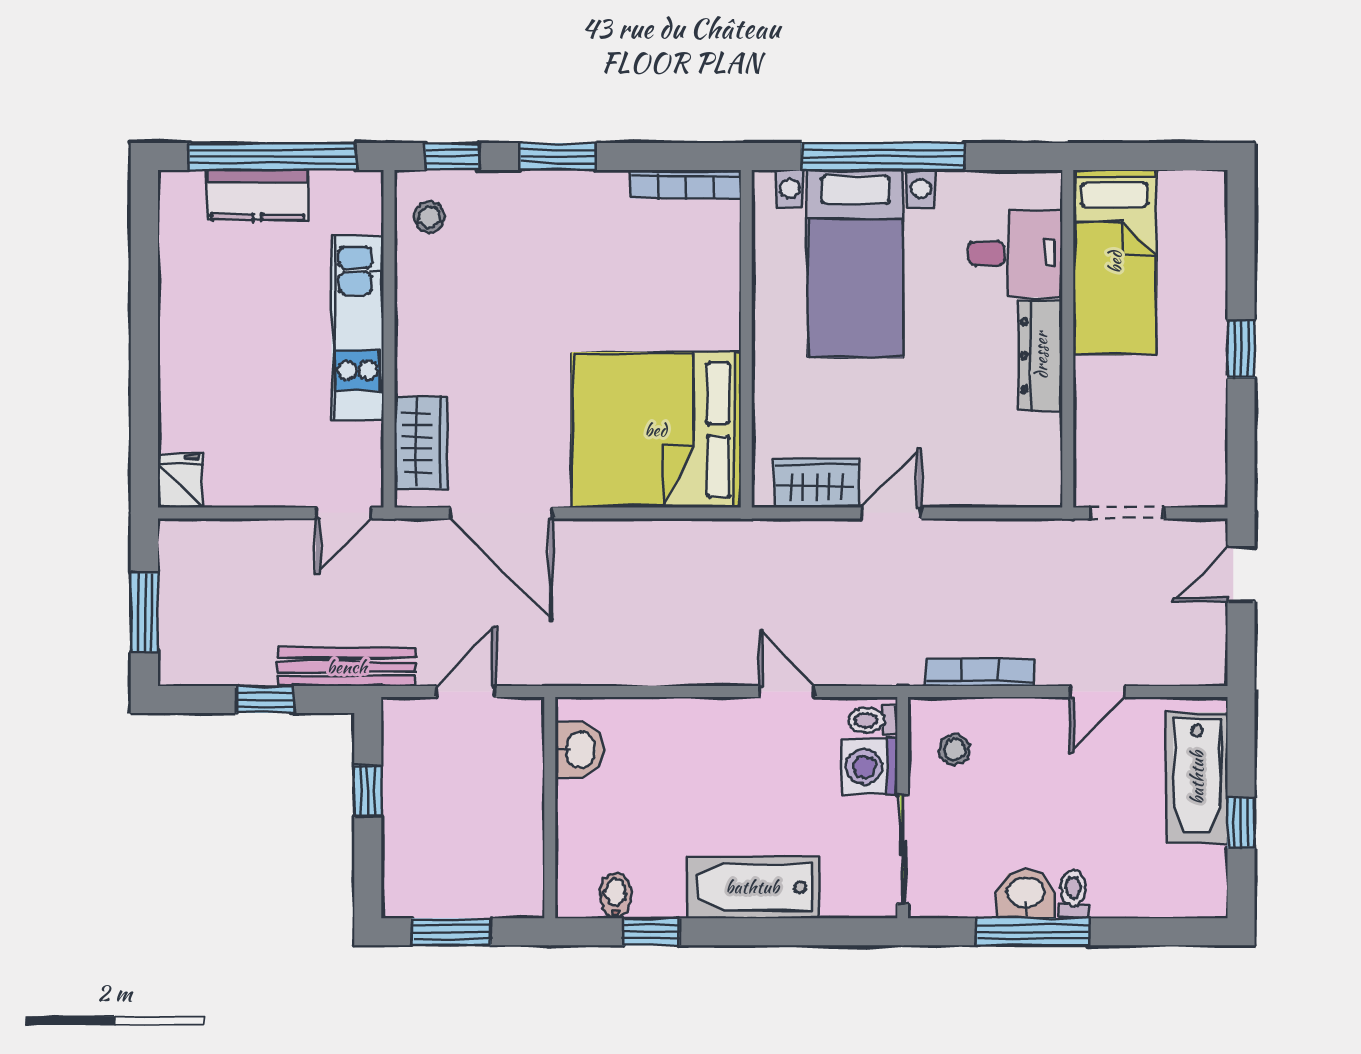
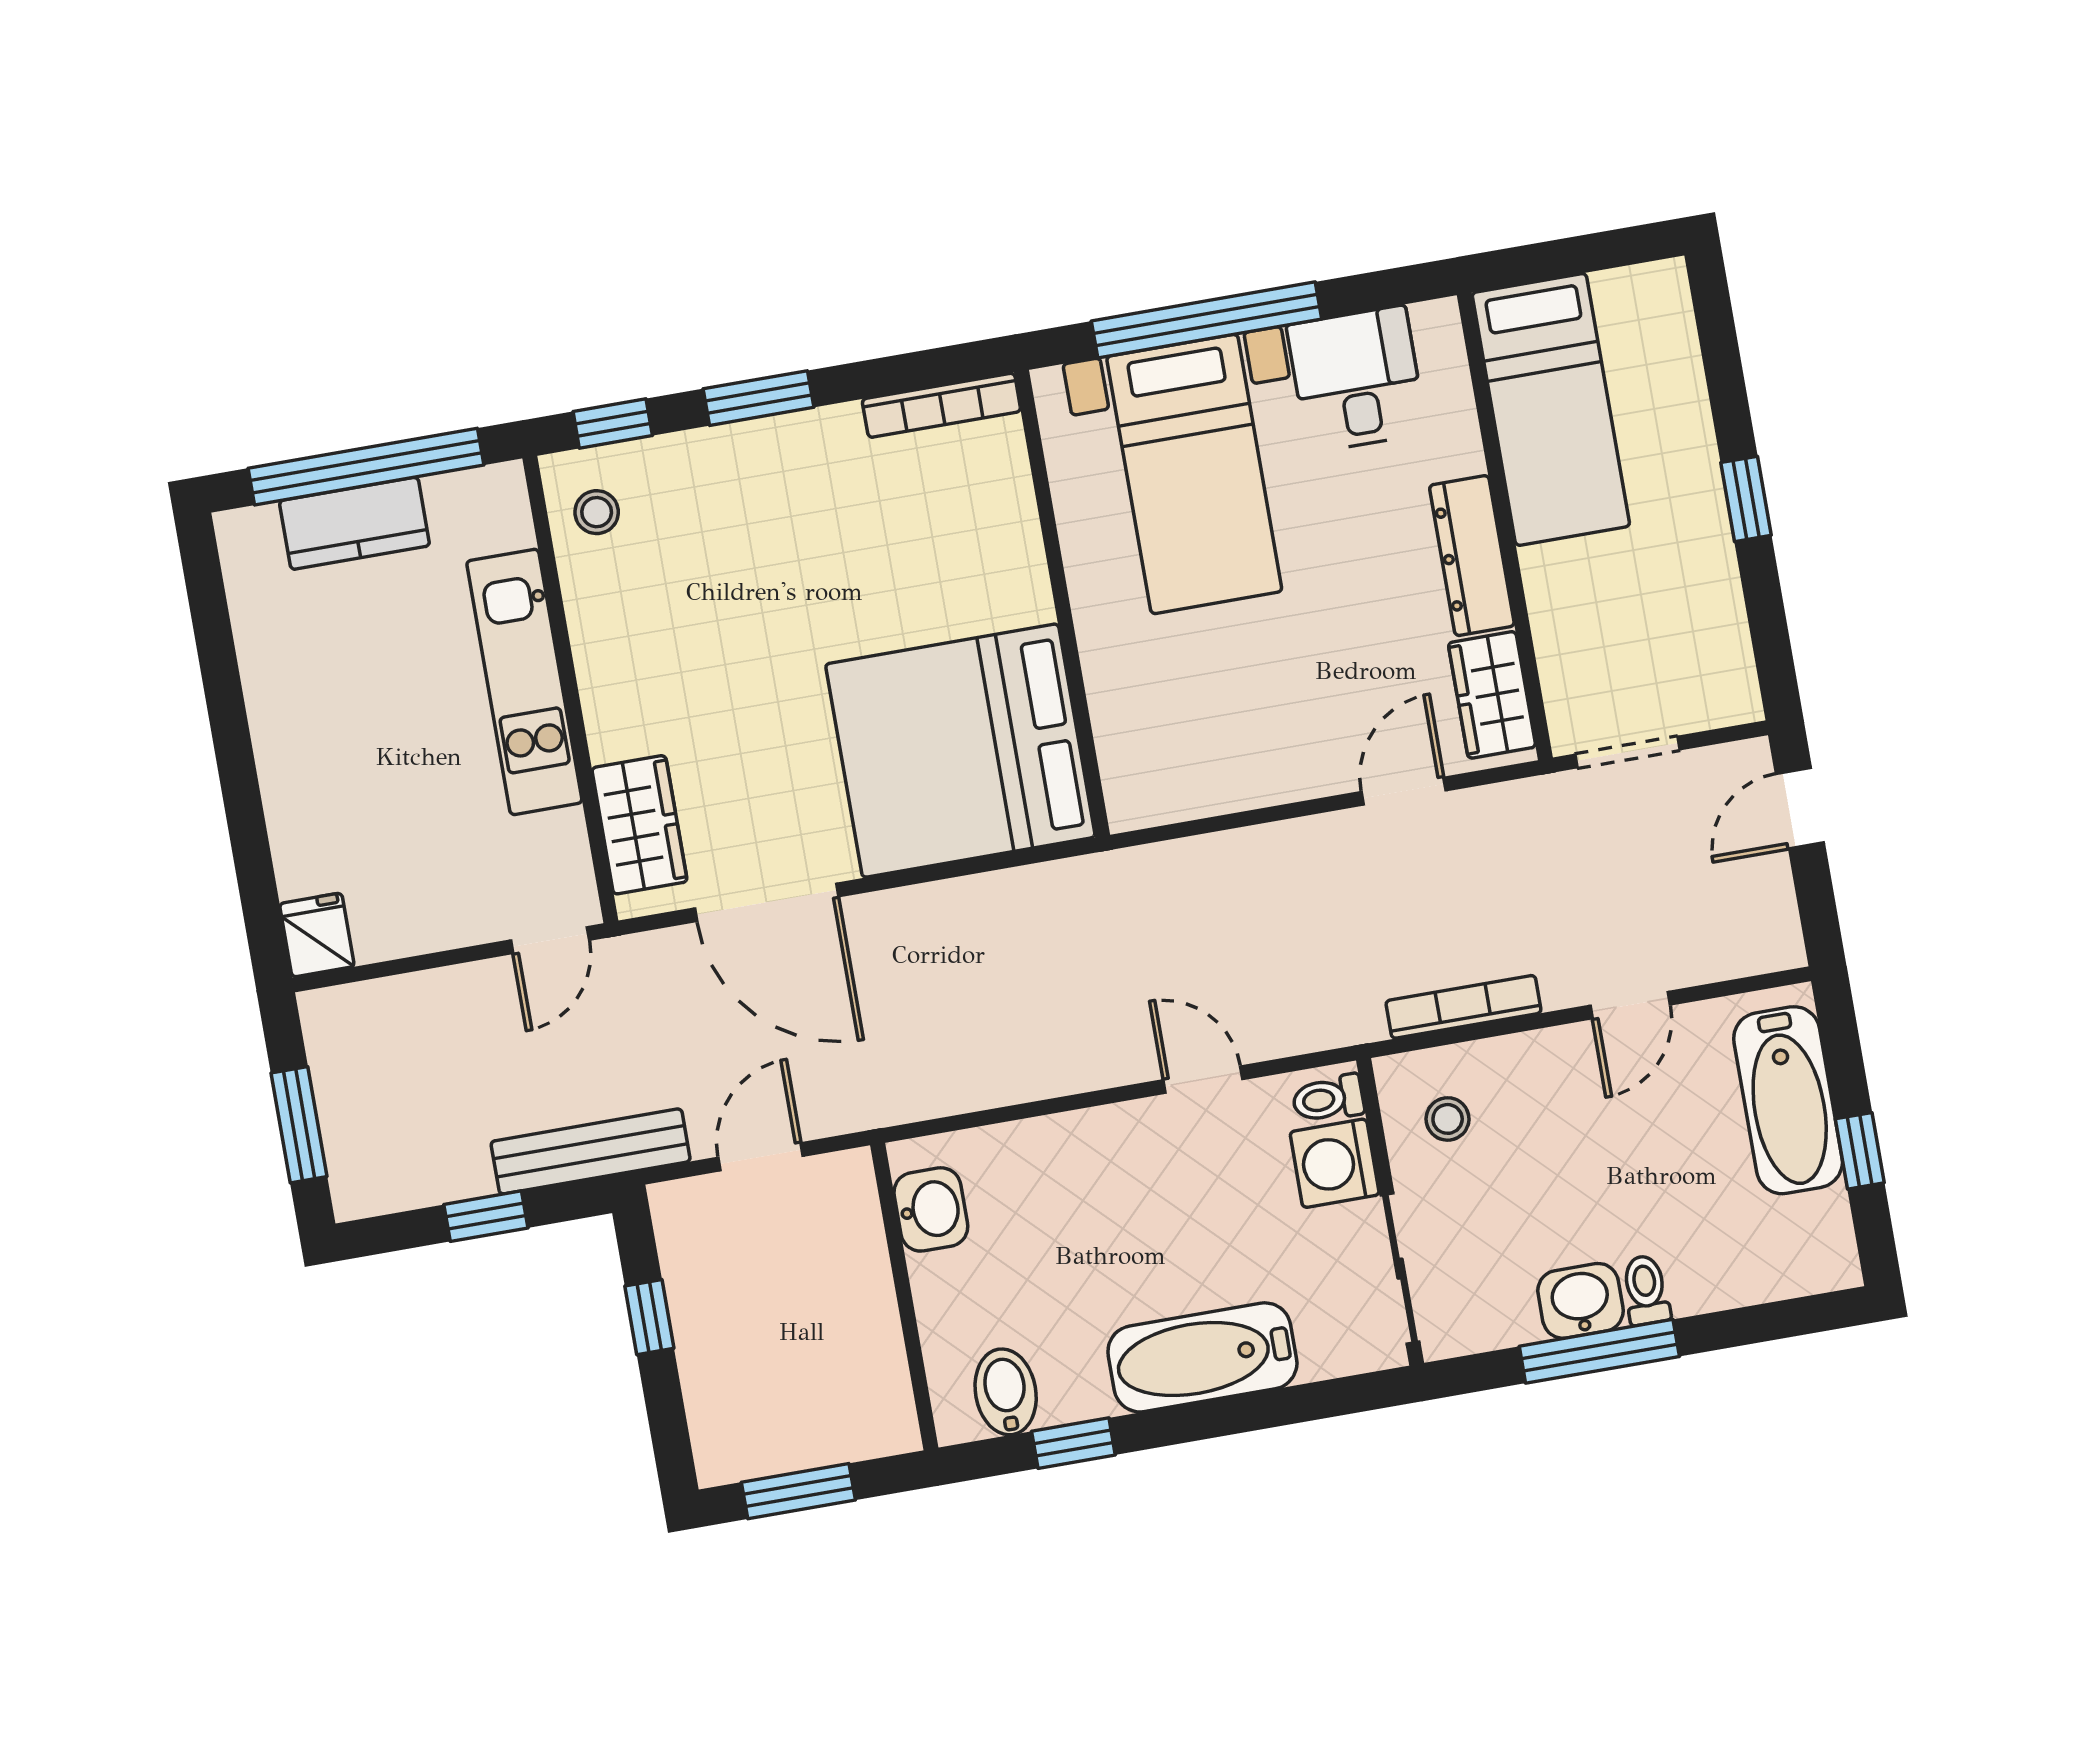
desk: (1016, 253) -> (1357, 379), moved, turned -90
wardrobe: (816, 483) -> (1492, 695), moved, turned -90
door: (891, 513) -> (1404, 791), moved
bidet: (615, 896) -> (1006, 1392), width x1.38, depth x1.36

